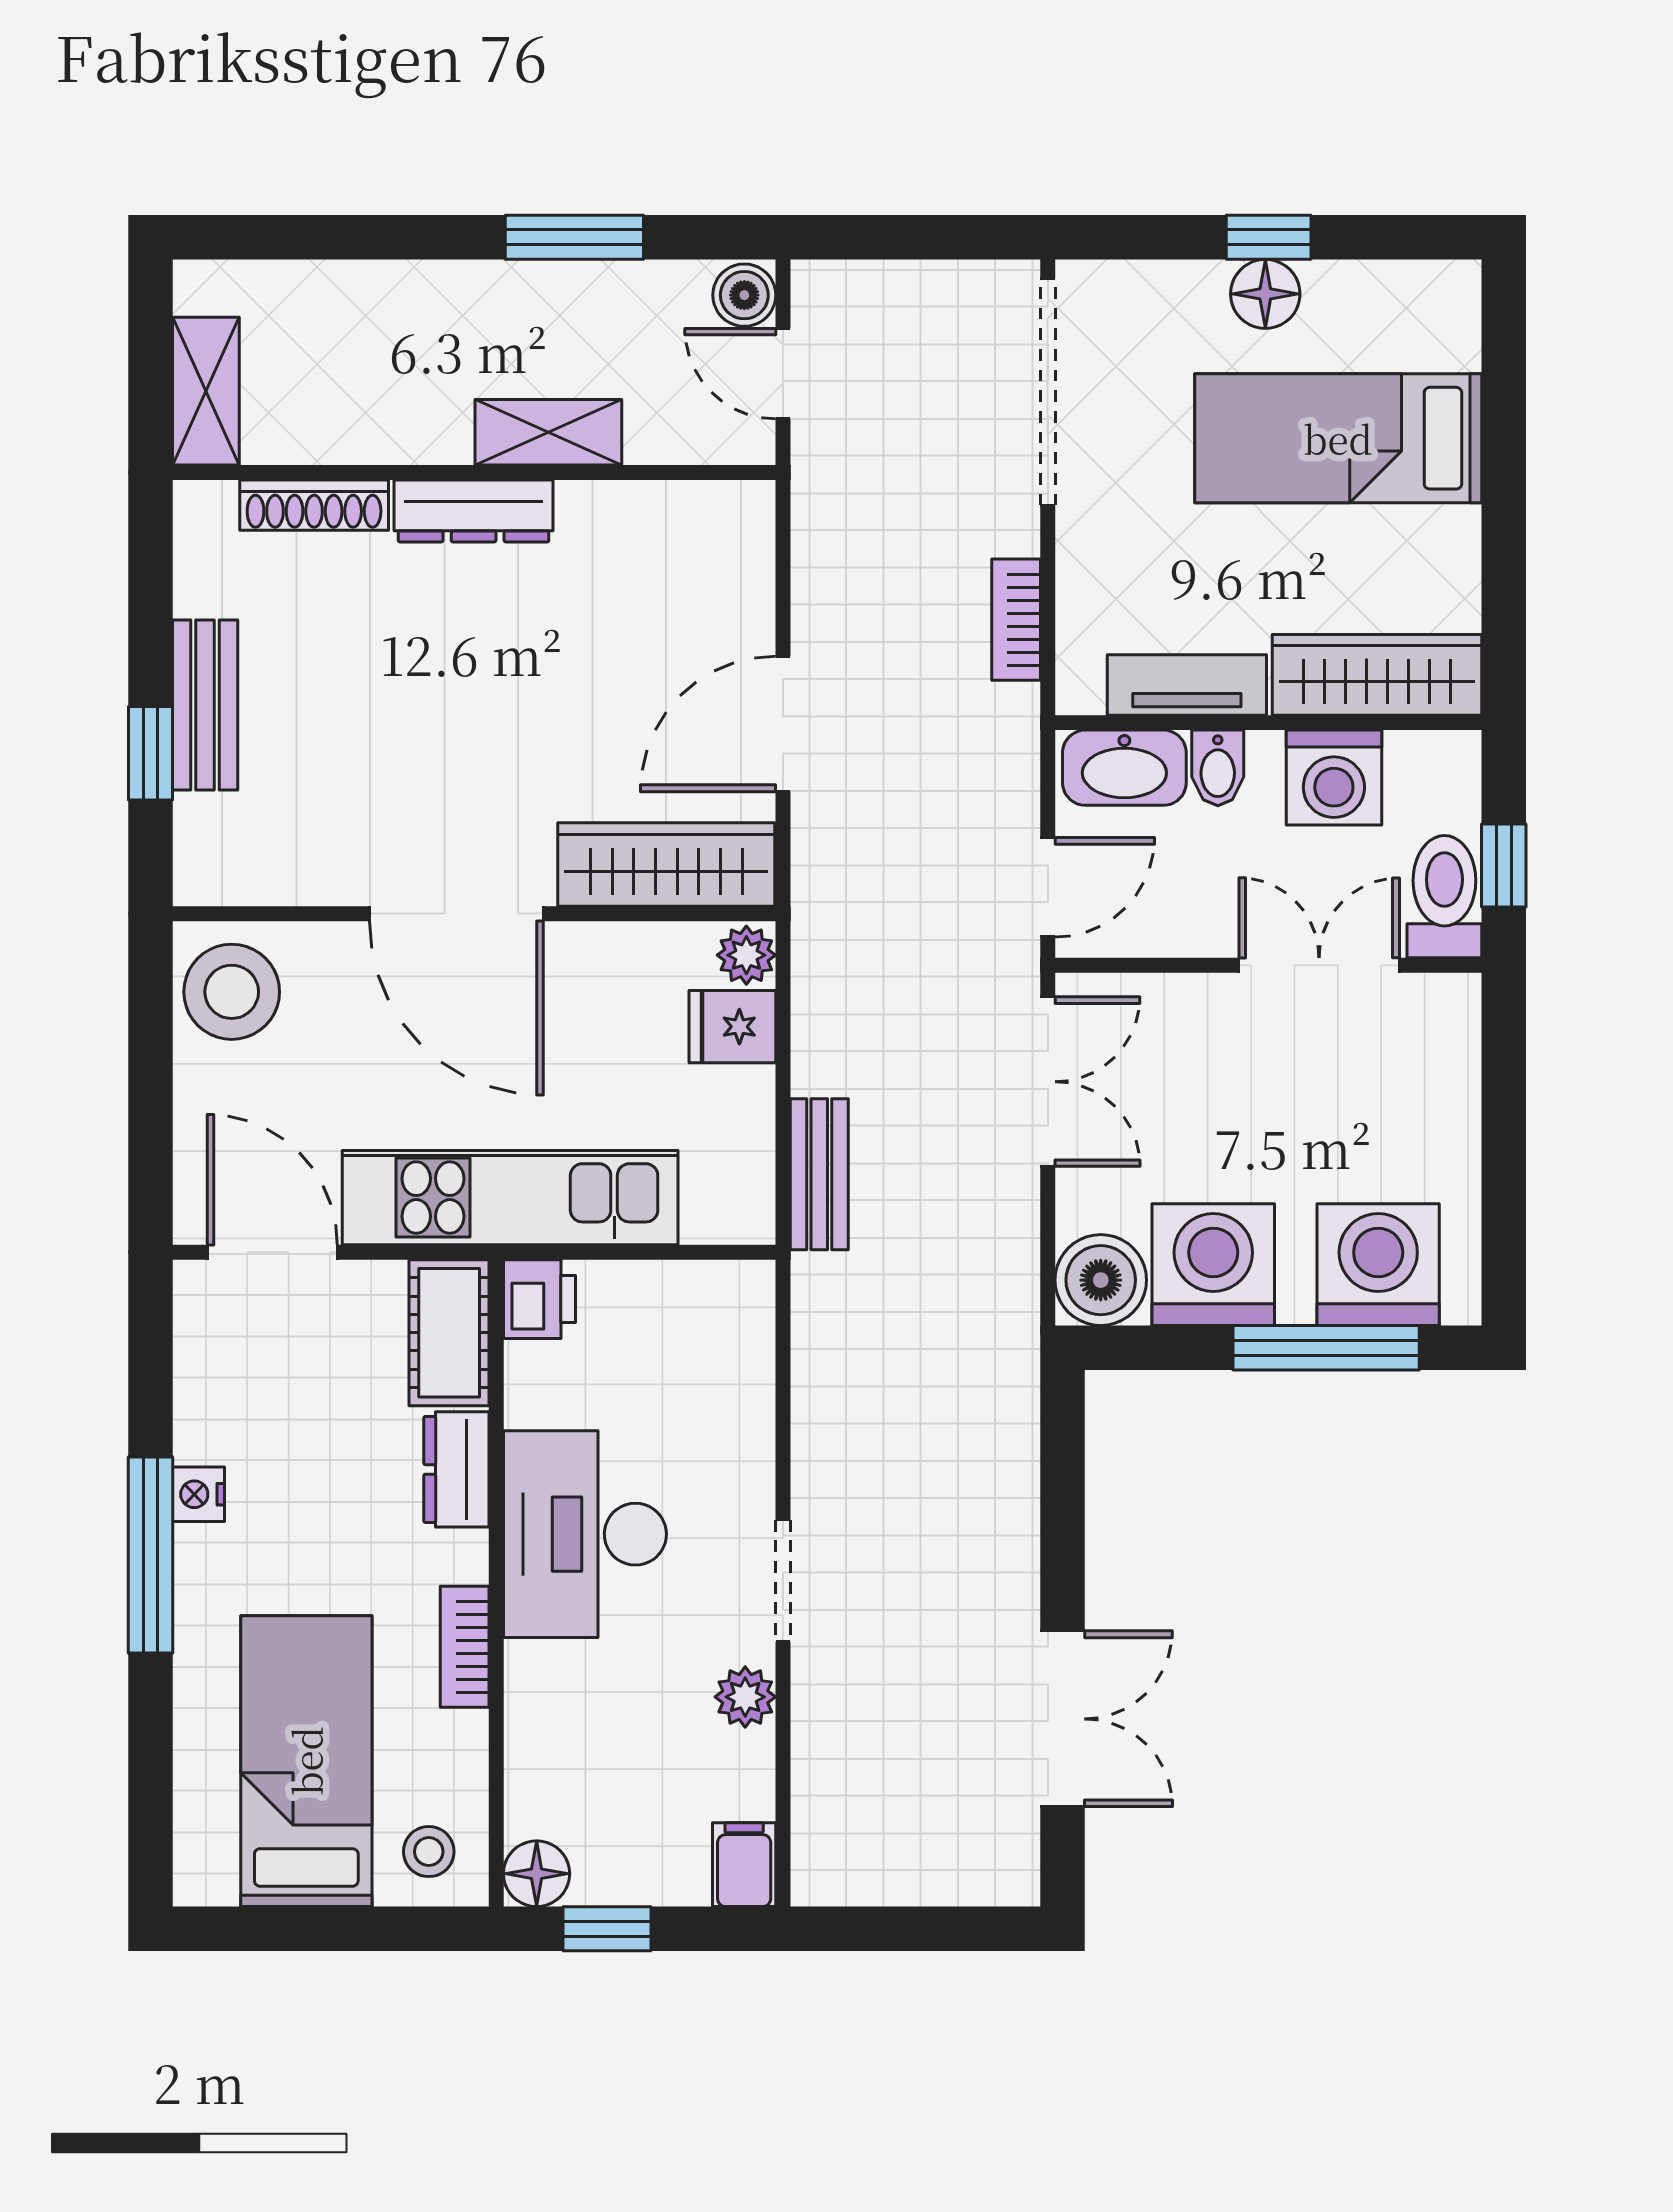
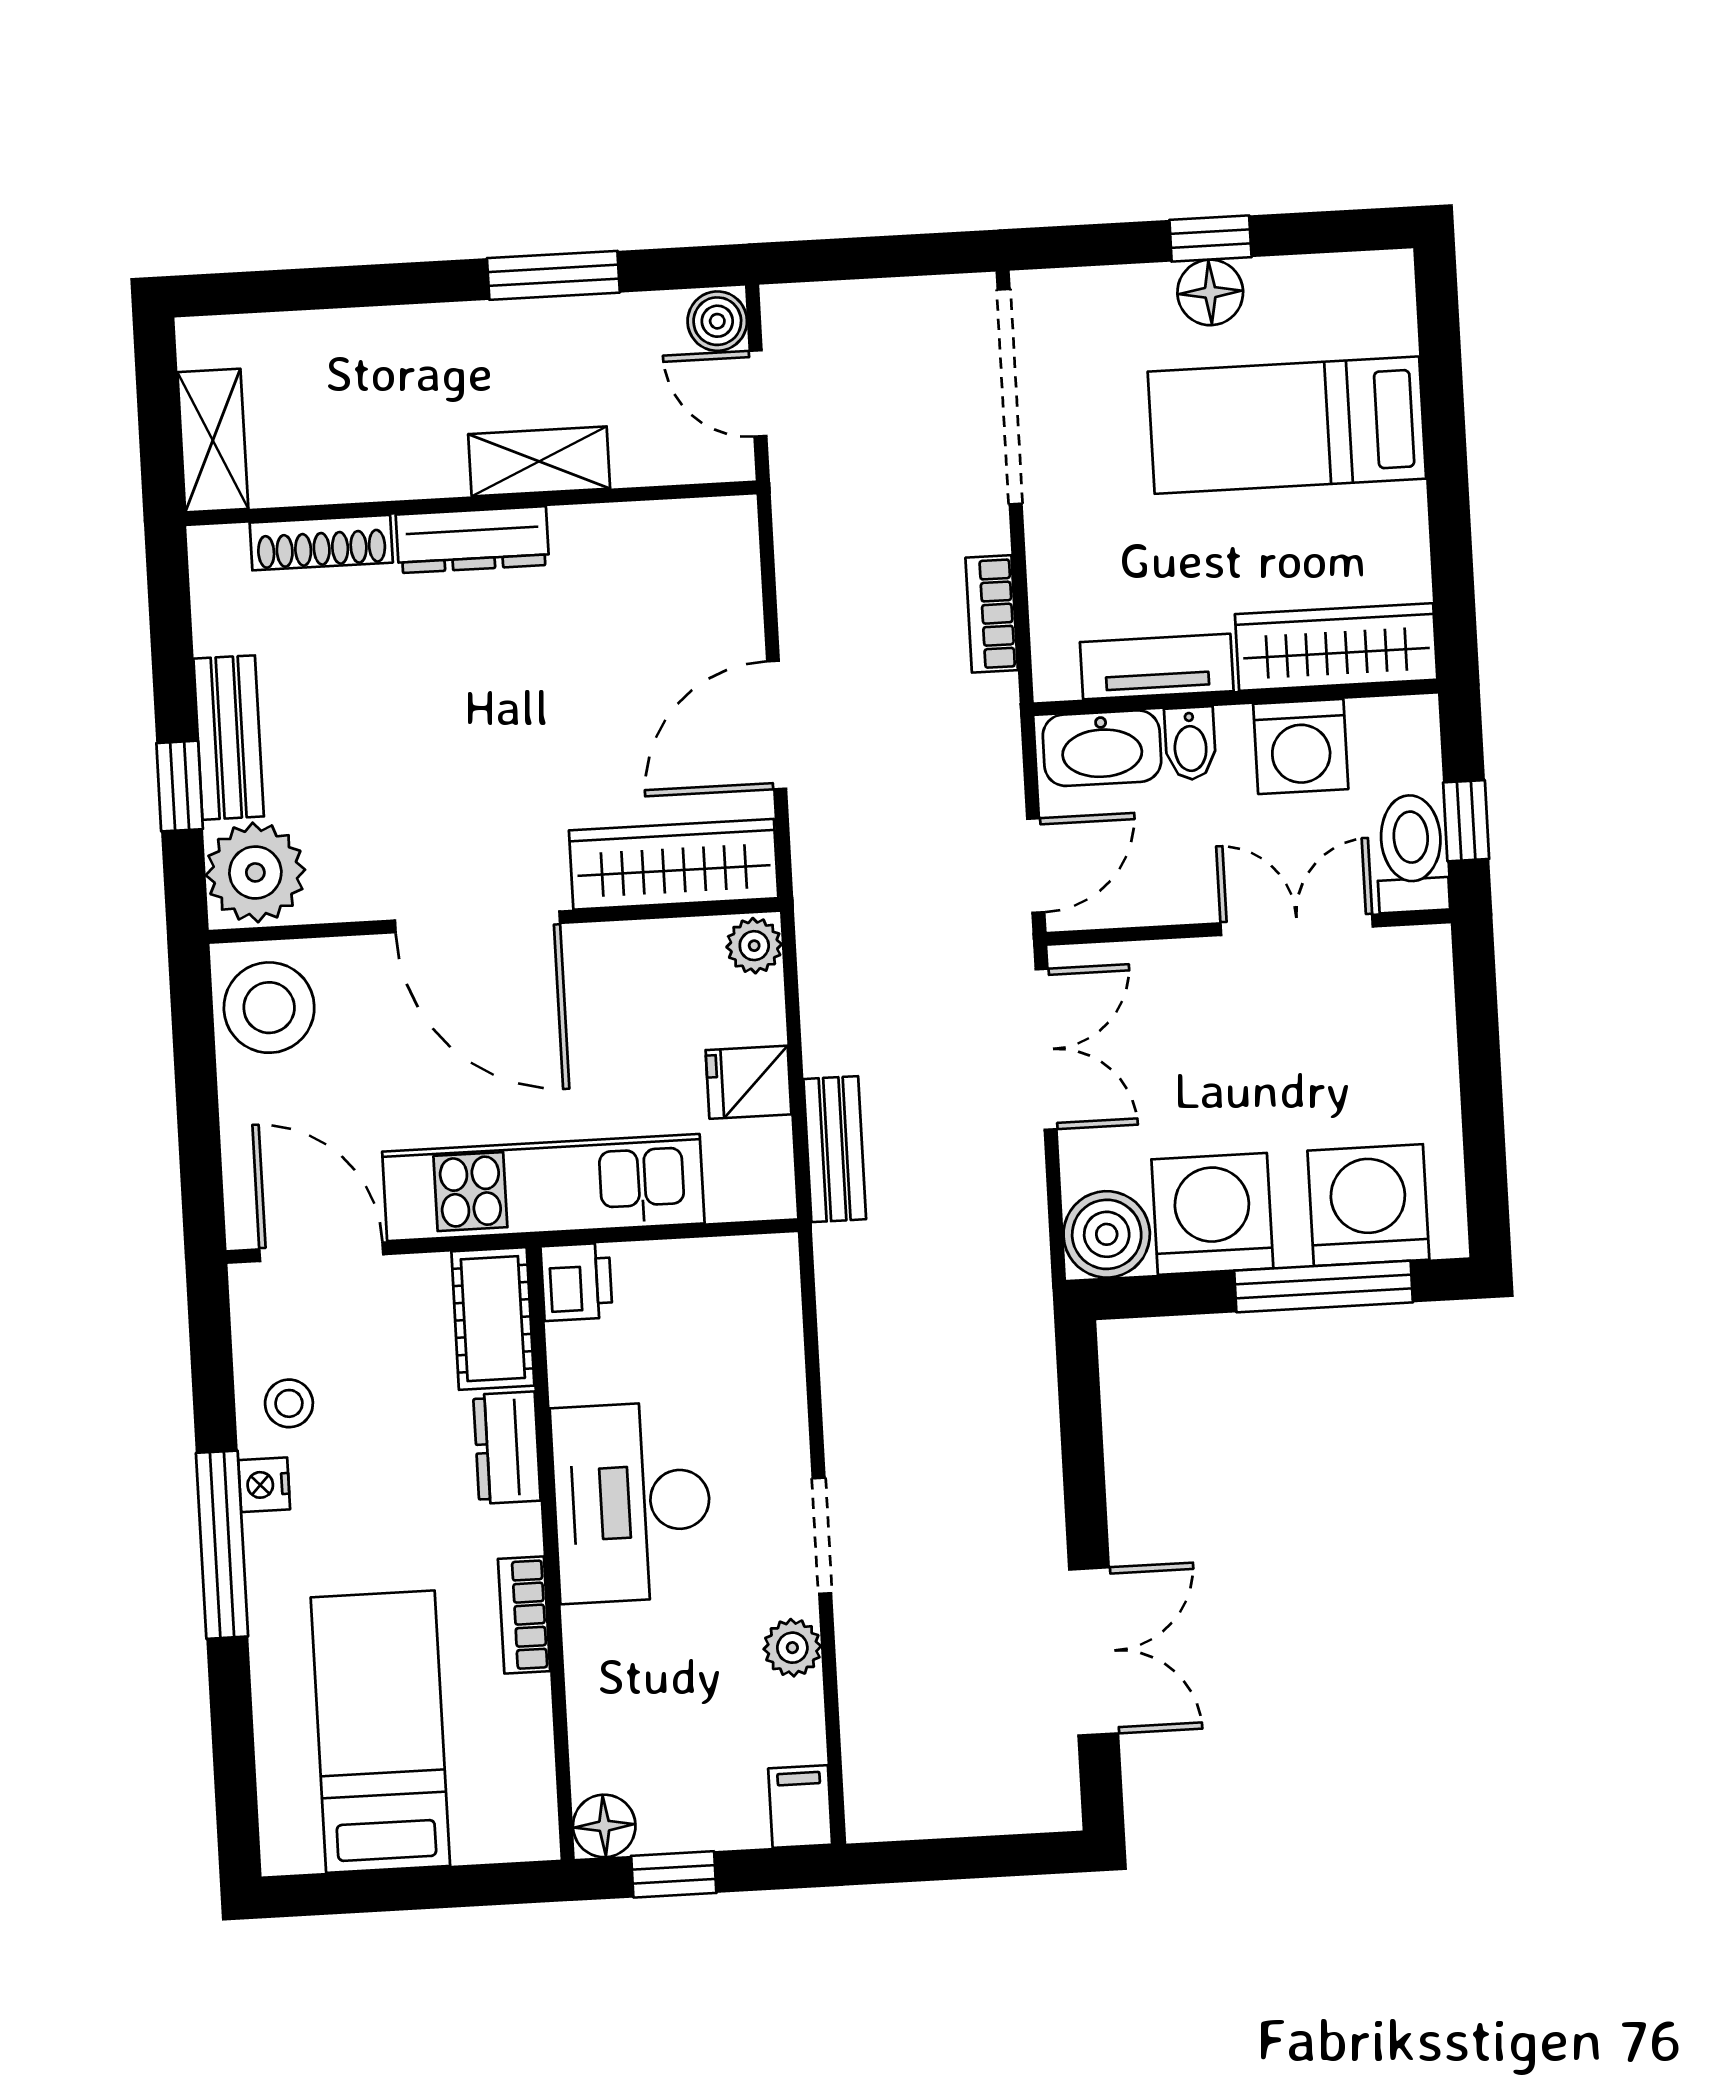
plant: (225, 849) -> (255, 872), added
fridge: (732, 1027) -> (748, 1082), moved
stool: (429, 1852) -> (289, 1403), moved

